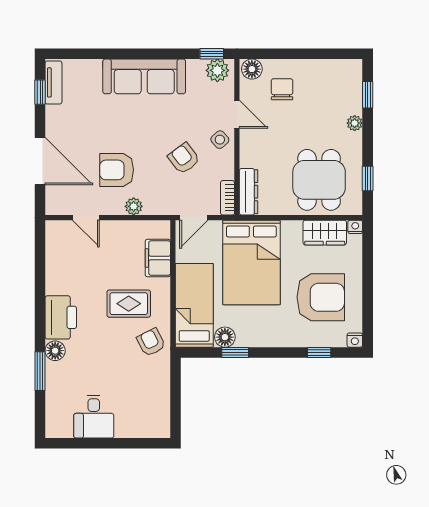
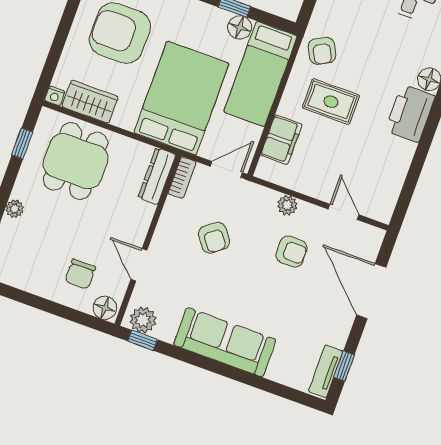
side table: (220, 140) -> (167, 244), removed
armchair: (117, 170) -> (292, 252), width x0.72, depth x0.72

